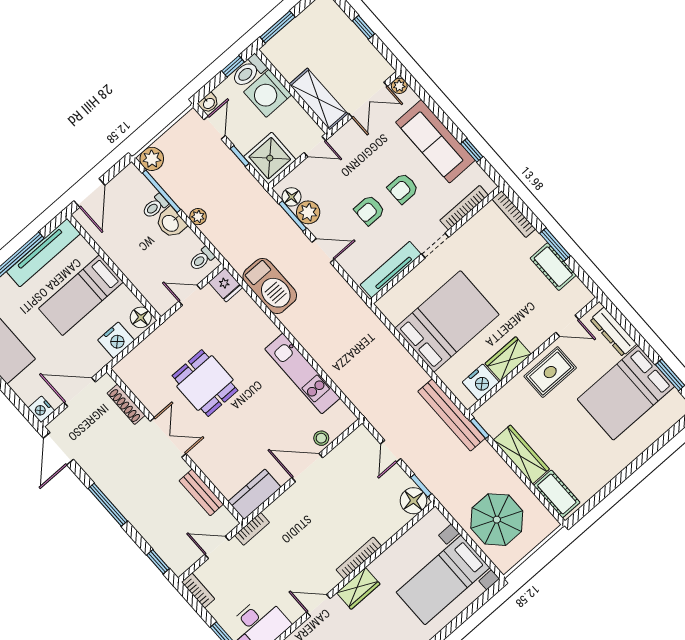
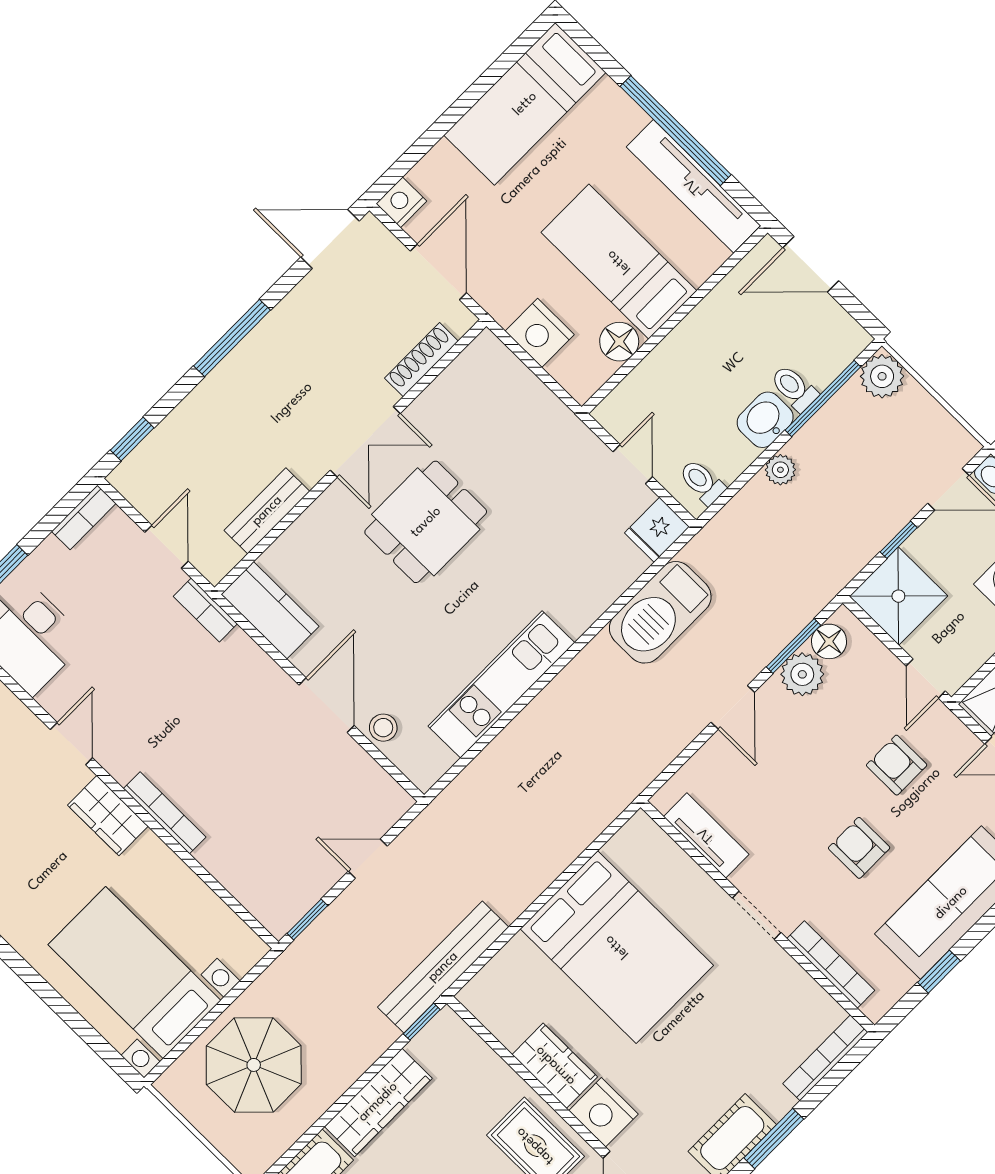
armchair: (369, 210) -> (897, 765), moved
tv unit: (391, 270) -> (706, 835), width x0.71
floor lamp: (141, 317) -> (619, 342), moved
nightstand: (481, 382) -> (603, 1112), moved
dining table: (205, 383) -> (426, 522), moved
floor lamp: (413, 501) -> (278, 907), removed

